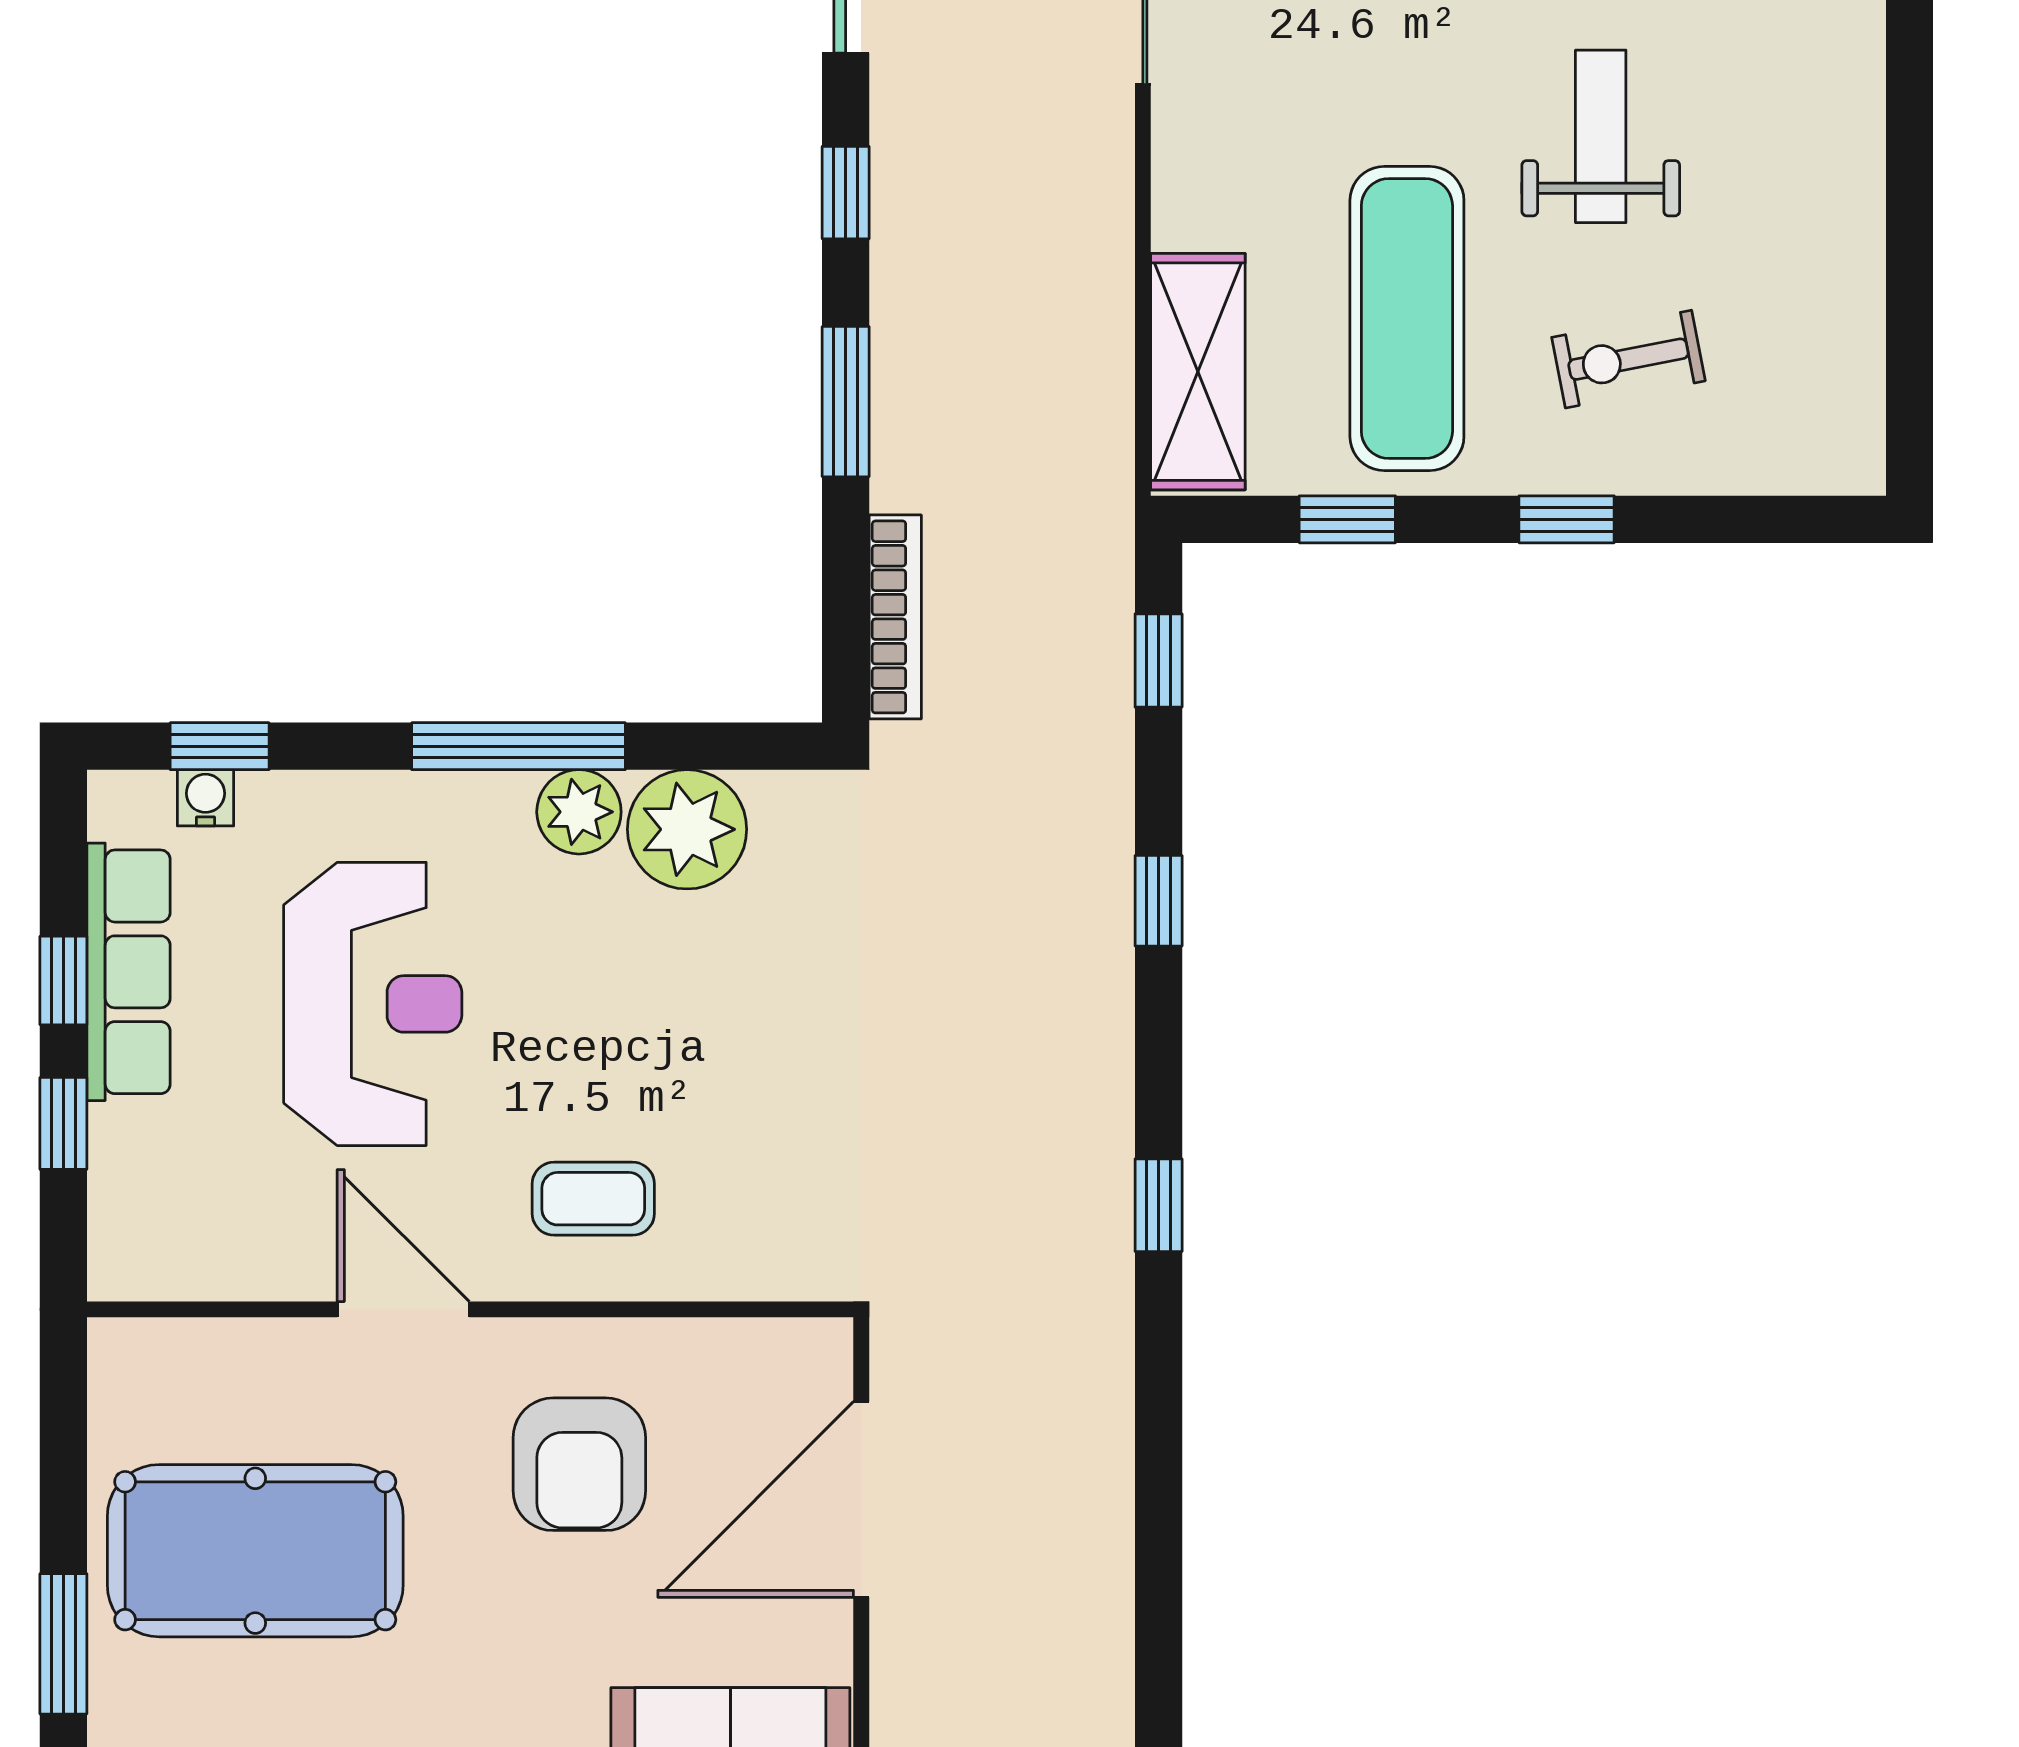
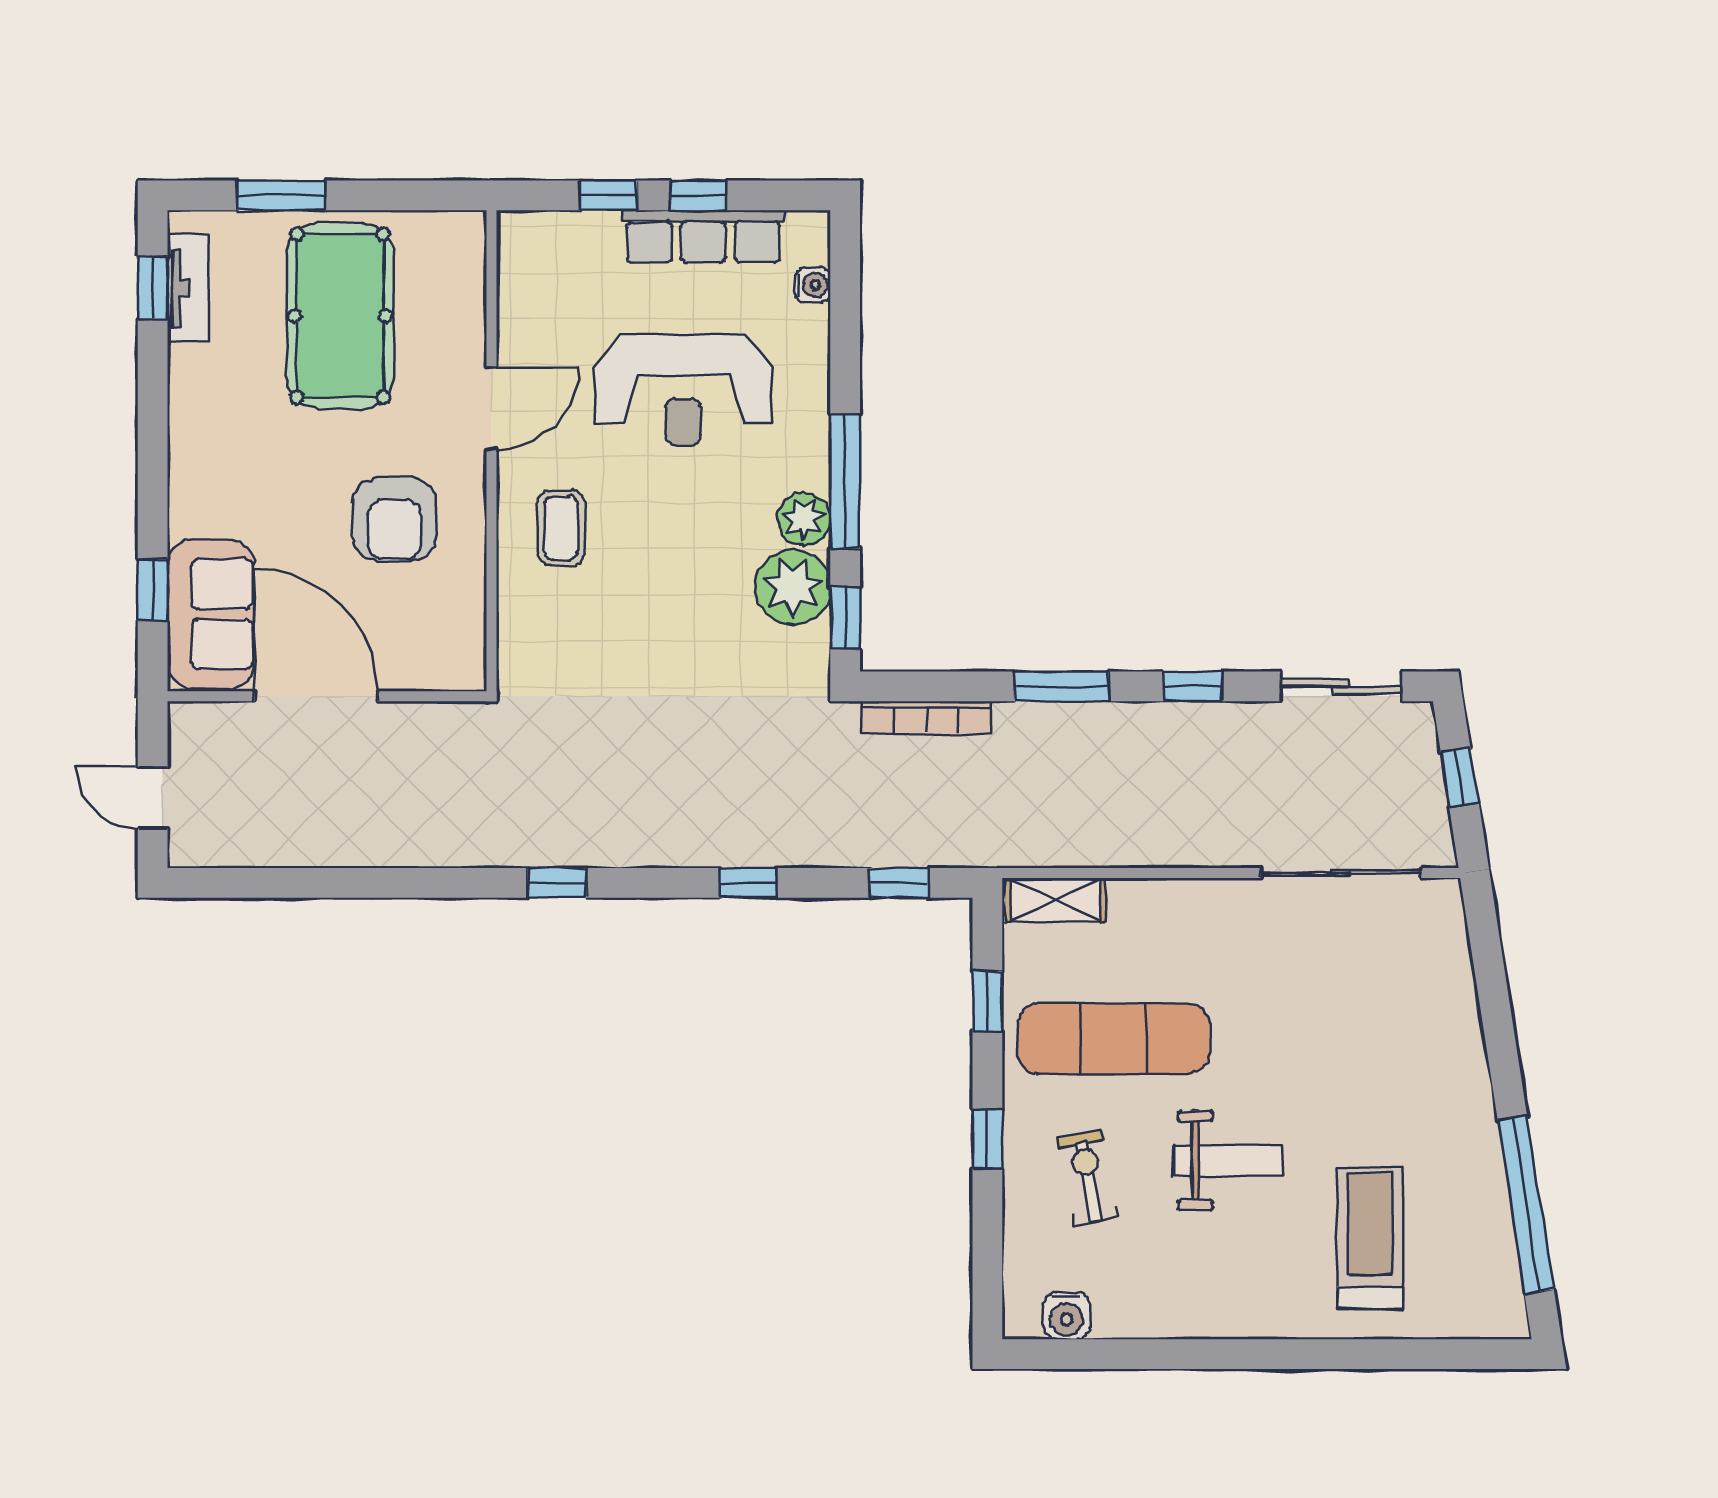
shelving: (1198, 372) -> (1055, 900), width x0.67, depth x0.75
water cooler: (1848, 393) -> (1067, 1316), added
window: (220, 746) -> (845, 618), moved
armchair: (579, 1464) -> (394, 519), turned -90
door: (861, 1500) -> (316, 696), moved

